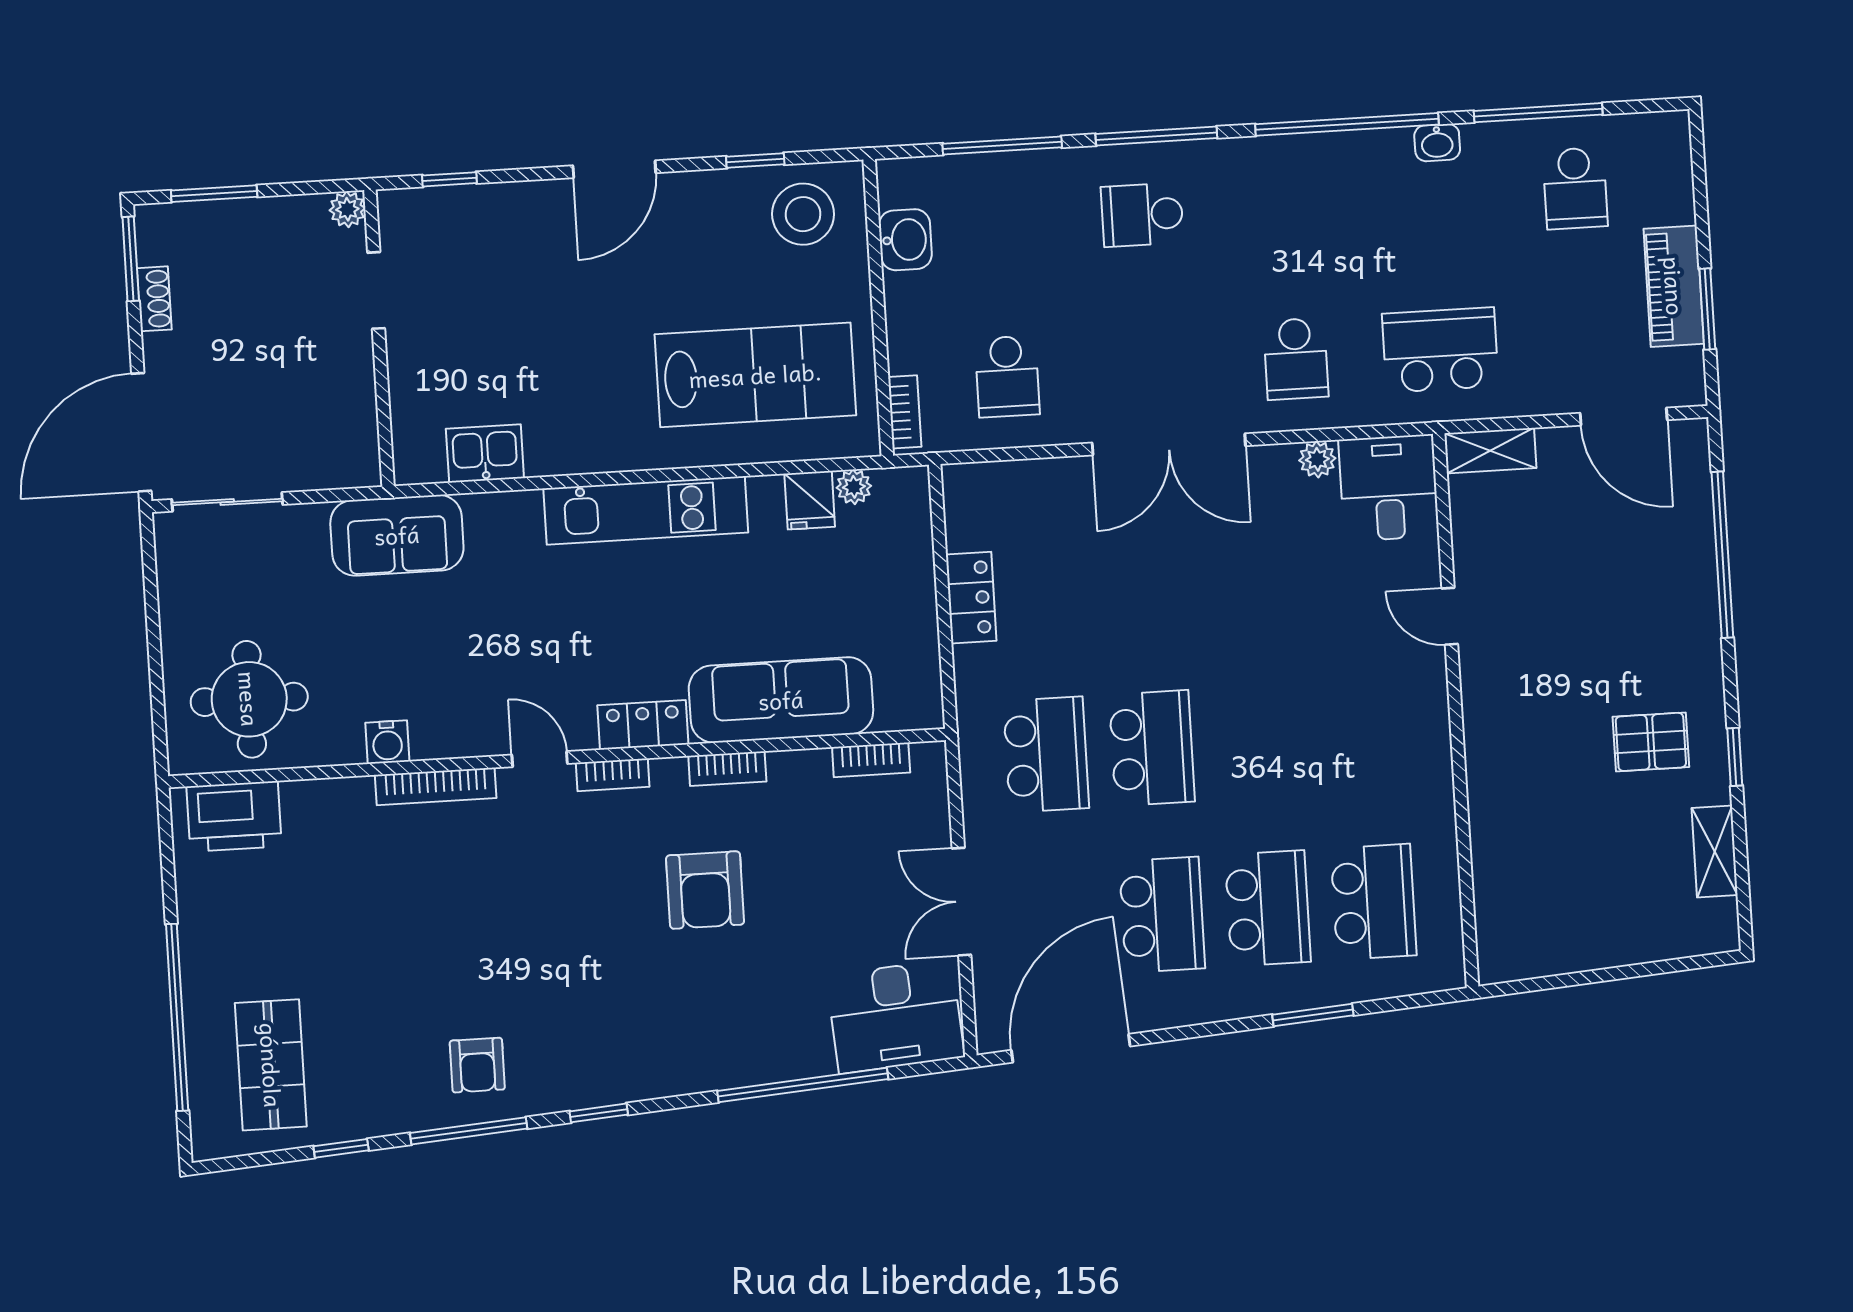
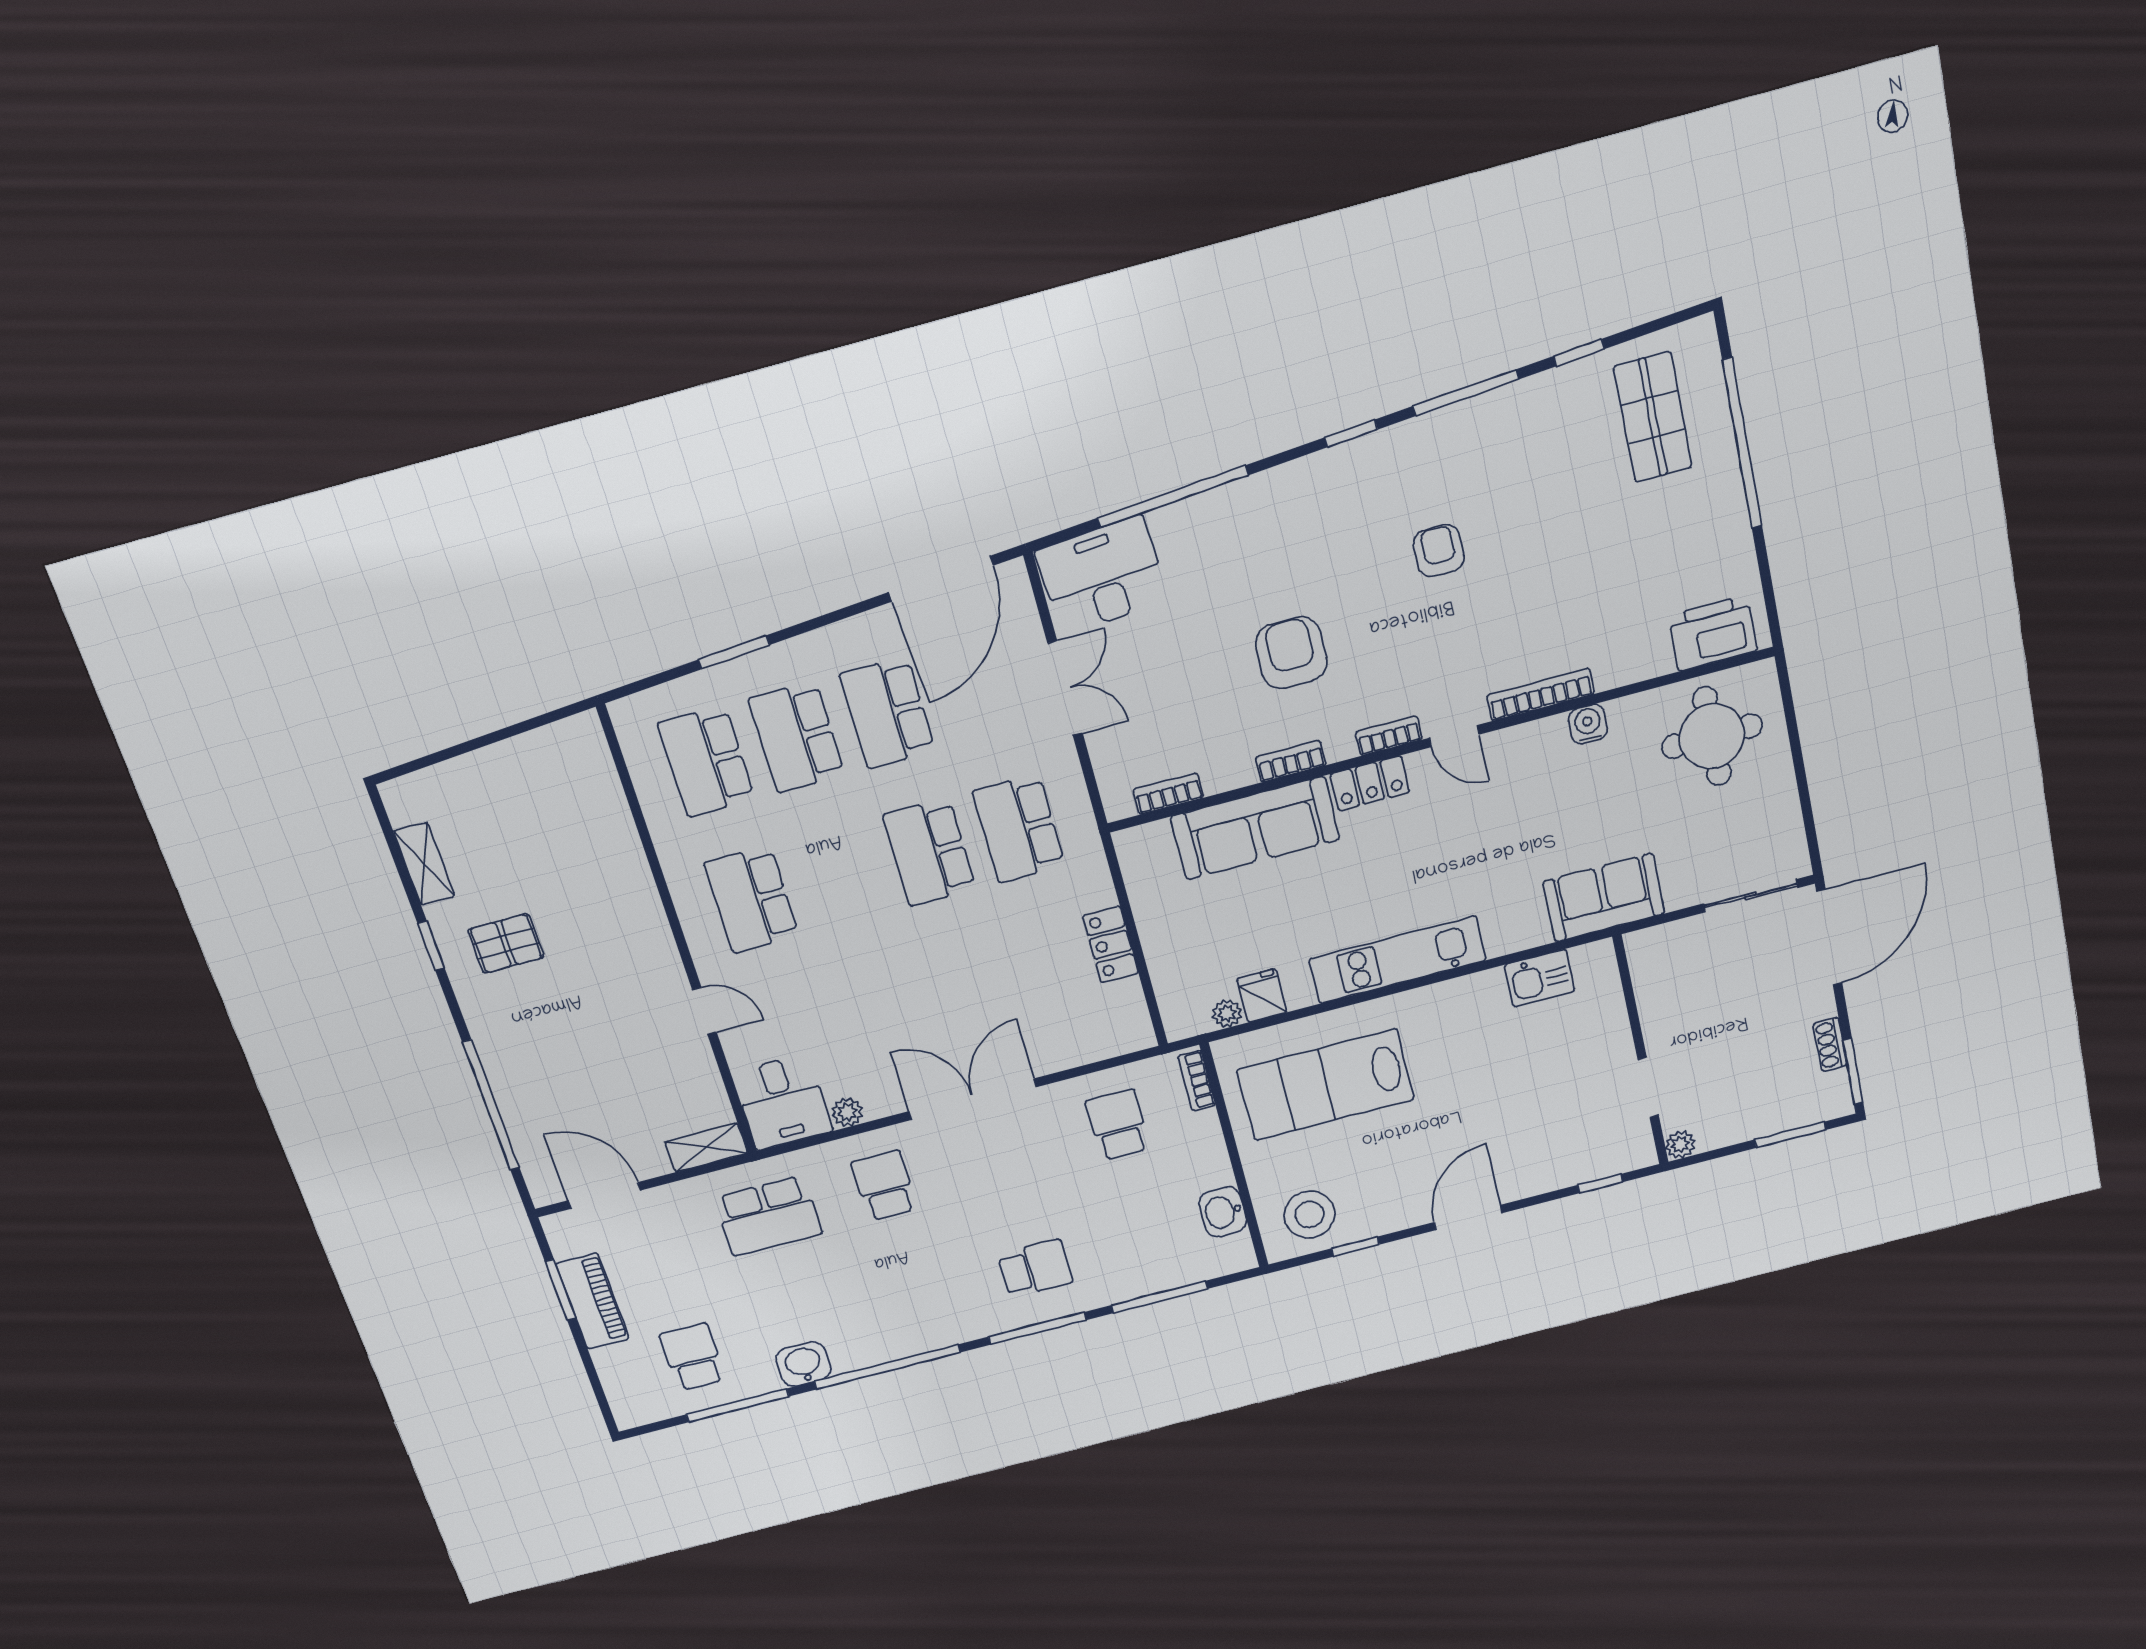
washbasin: (1437, 143) -> (803, 1364), width x1.38, depth x1.45
school desk: (1363, 735) -> (752, 900), added
armchair: (477, 1065) -> (1439, 551), moved

